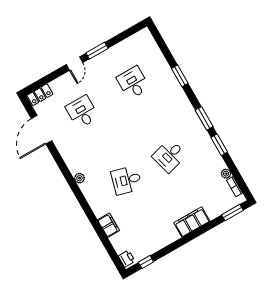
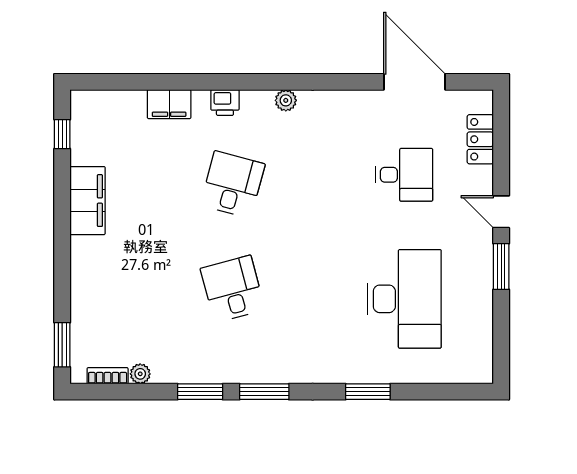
desk: (133, 83) -> (404, 299), width x1.87, depth x1.30
locker: (40, 95) -> (480, 139), moved
filing cabinet: (192, 222) -> (88, 201), moved
printer: (127, 259) -> (225, 102), moved

